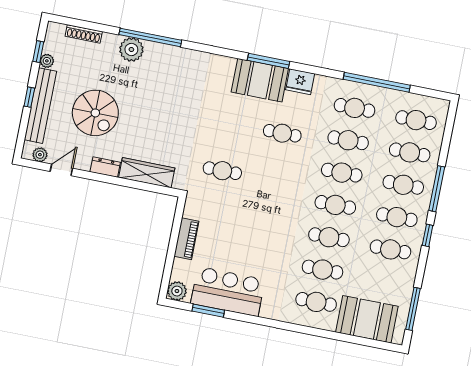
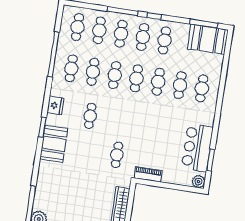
window: (268, 61) -> (42, 127), width x0.69
booth: (260, 80) -> (54, 144), moved
piano: (186, 239) -> (148, 174), moved
booth: (367, 319) -> (208, 39), moved, turned 90

